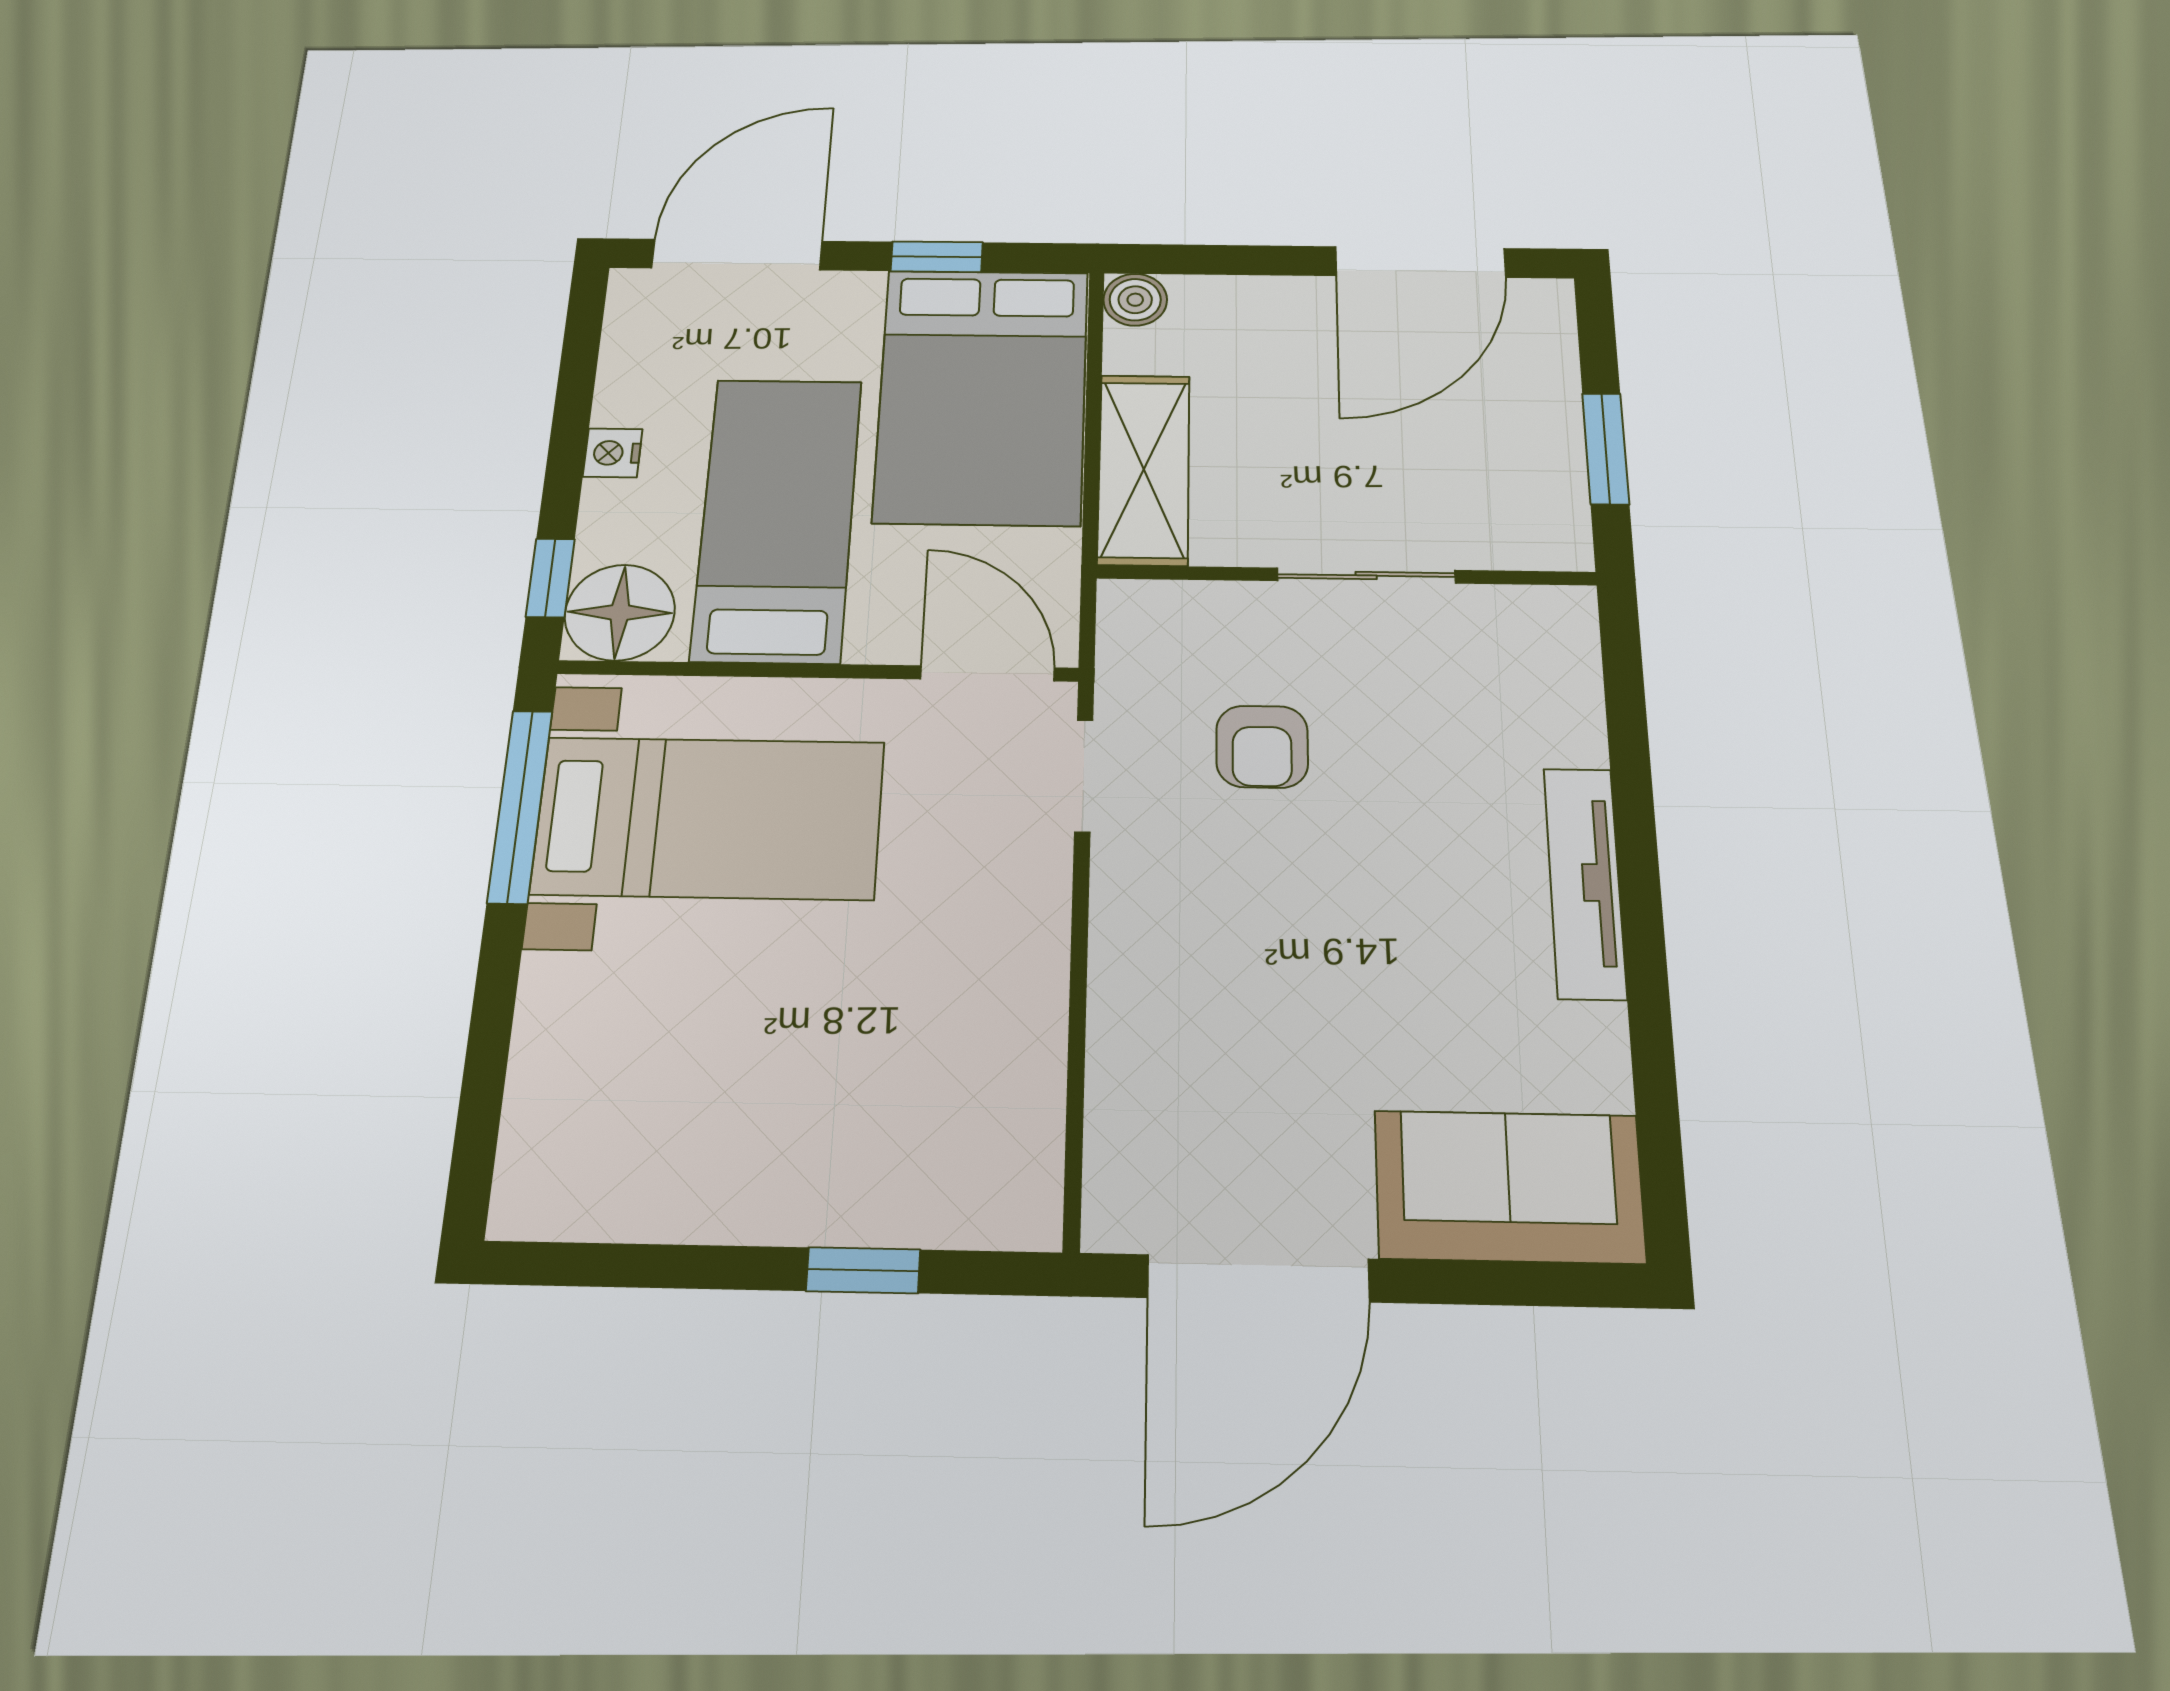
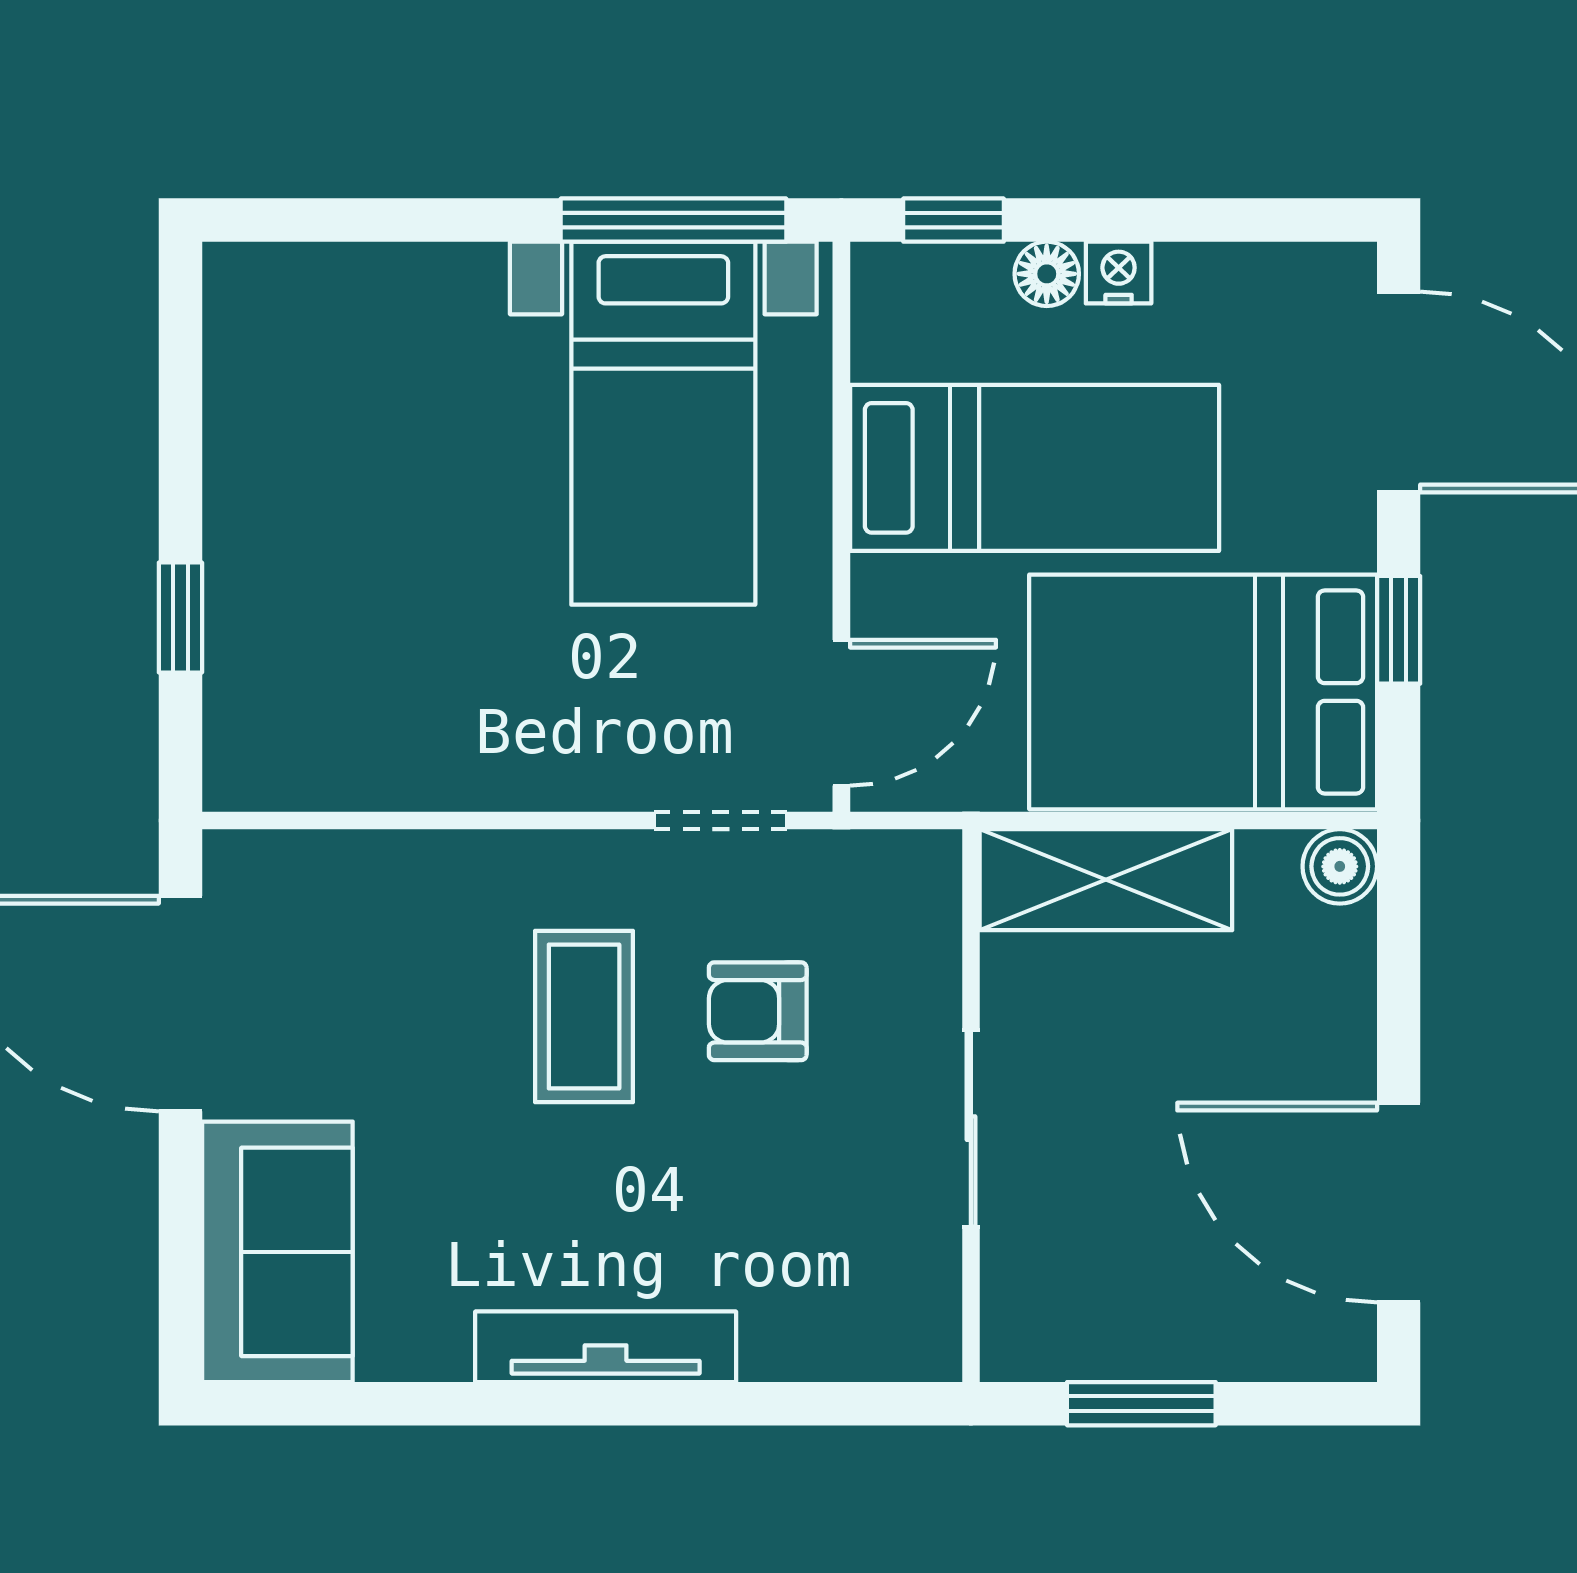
floor lamp: (620, 612) -> (1047, 274), moved, width x0.53, depth x0.53
coffee table: (1268, 896) -> (584, 1017), added

